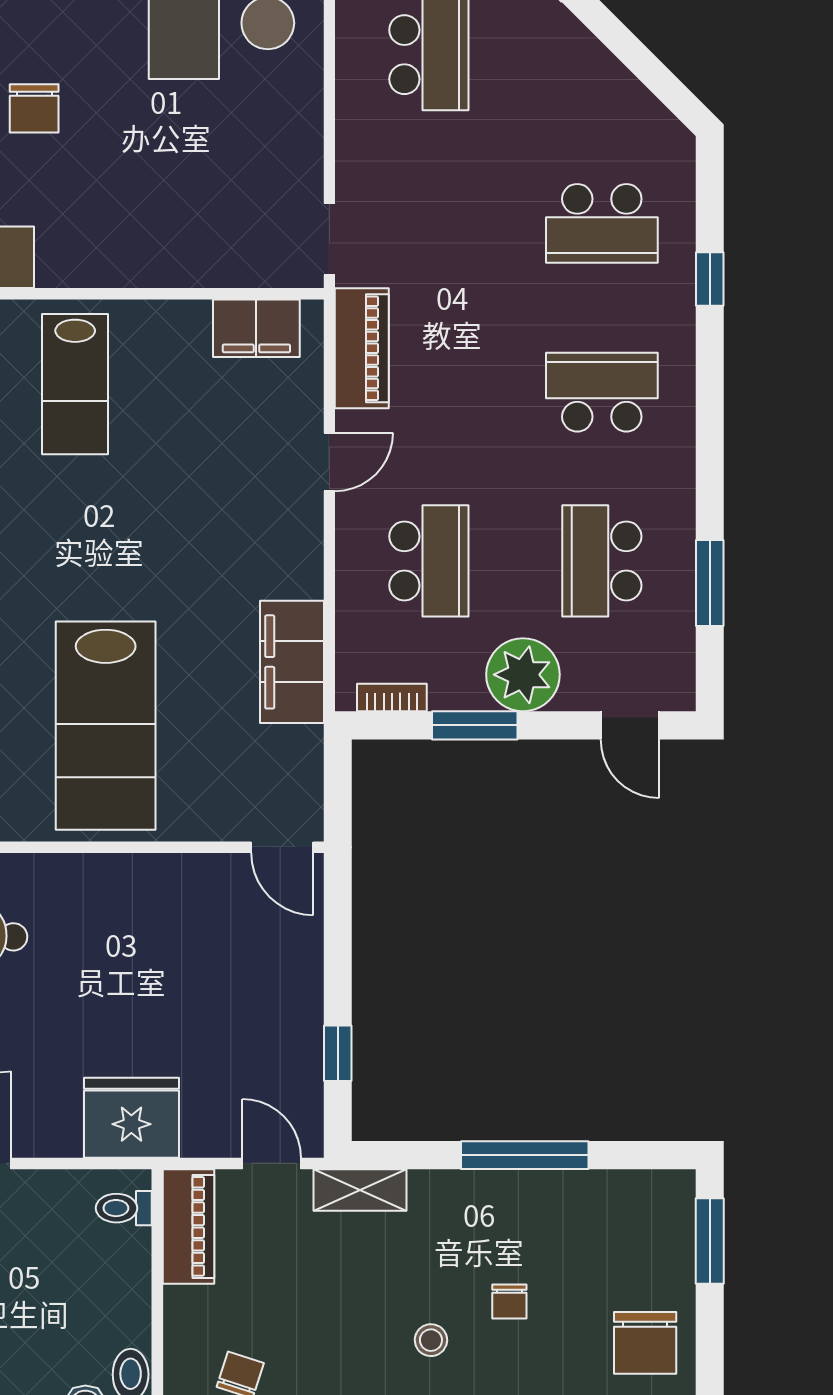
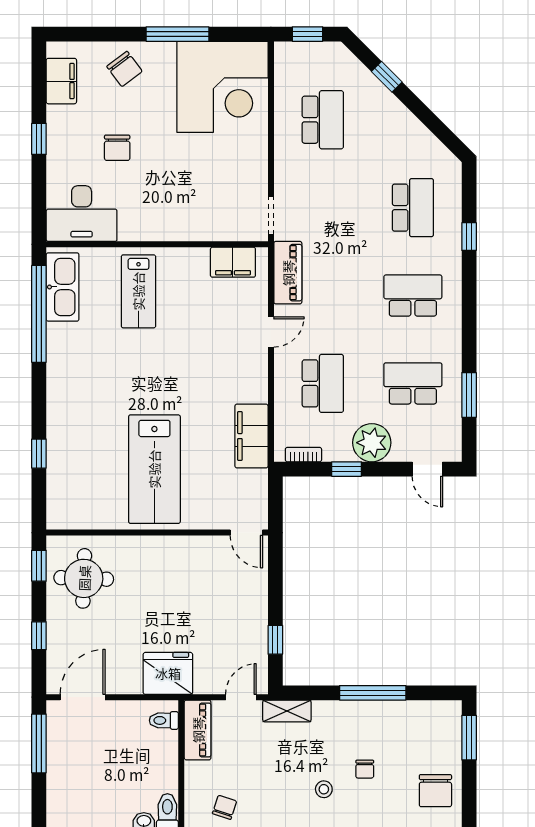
school desk: (602, 223) -> (413, 208), turned -90
school desk: (602, 561) -> (413, 383), turned 90
window: (475, 725) -> (347, 469), width x0.67
door: (272, 1163) -> (241, 697), hinge flipped

